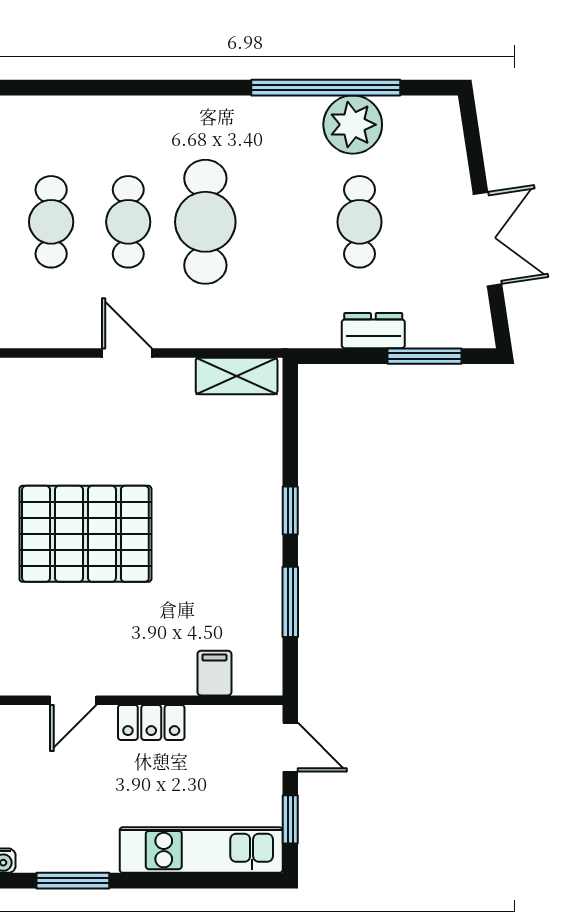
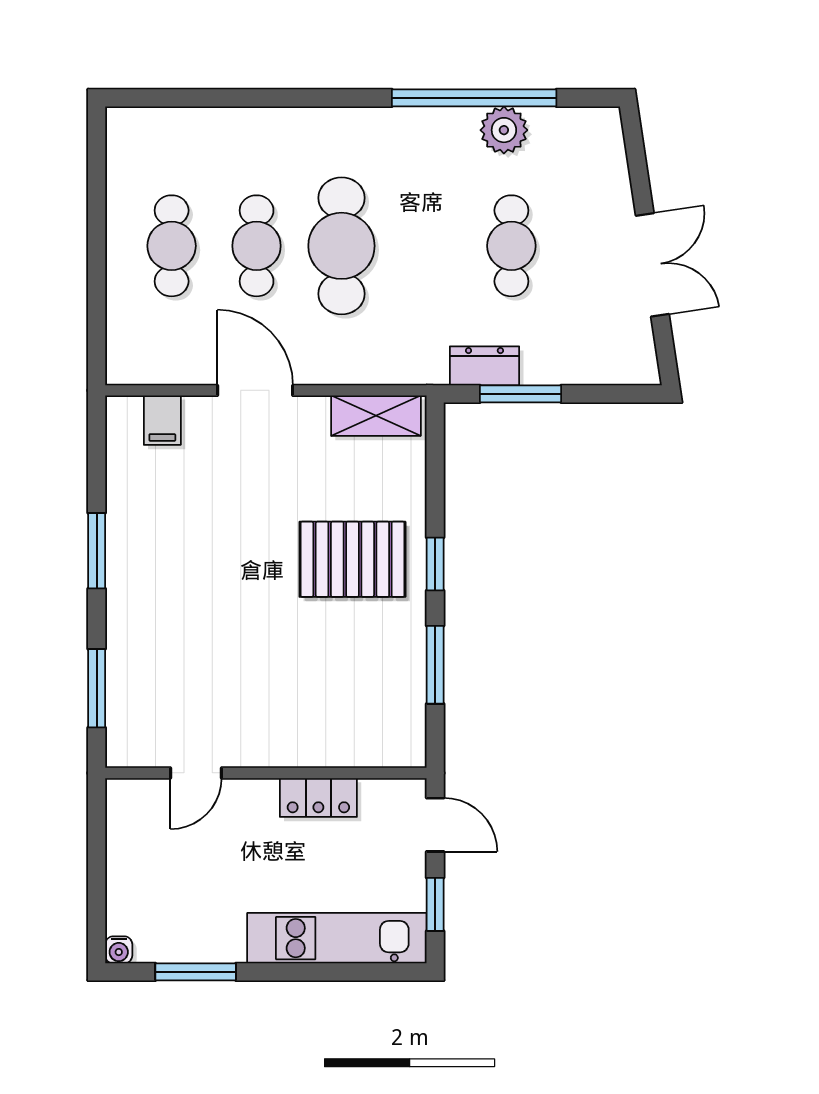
plant: (353, 125) -> (504, 130), width x0.73, depth x0.73
dresser: (373, 331) -> (484, 366), moved
door: (127, 353) -> (255, 390), width x1.38
window: (425, 356) -> (521, 394), moved
pallet: (85, 534) -> (352, 559), moved, width x0.73, depth x0.71
filing cabinet: (214, 673) -> (162, 420), moved, turned 180
locker: (151, 722) -> (318, 798), moved

